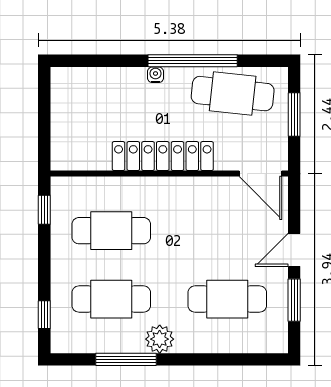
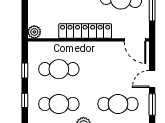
plant: (63, 158) -> (34, 32), added
window: (44, 210) -> (25, 70), moved
window: (44, 315) -> (25, 100), moved

